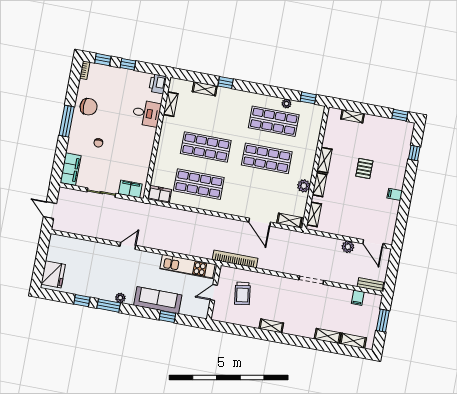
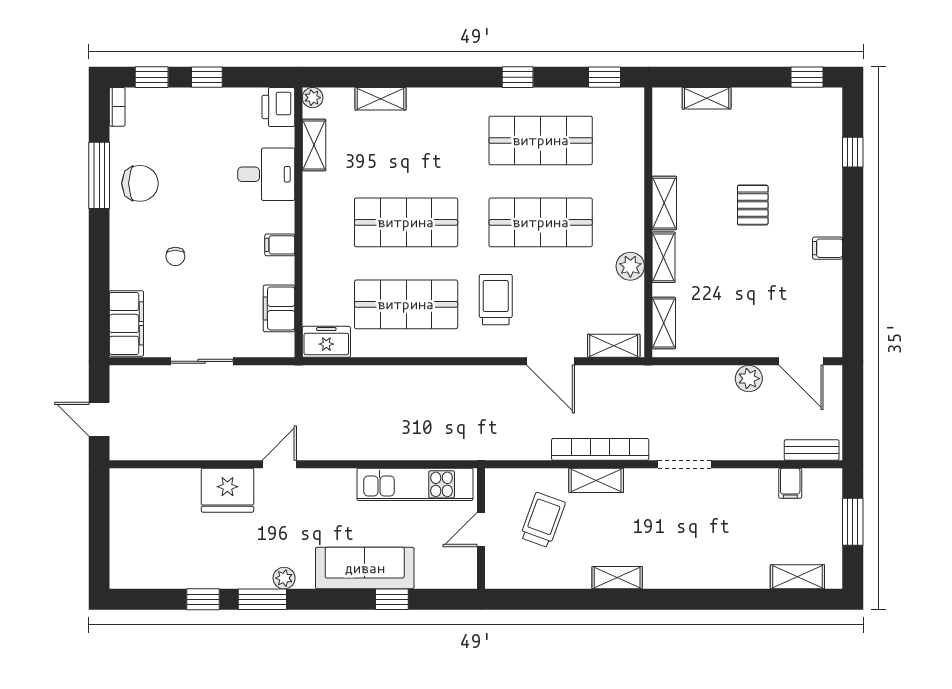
window: (226, 83) -> (518, 77), moved
plant: (287, 104) -> (313, 98), moved
window: (67, 121) -> (99, 175), moved
filing cabinet: (147, 146) -> (280, 245), added
filing cabinet: (130, 189) -> (279, 308), moved, turned -90
trolley: (240, 190) -> (496, 300), added
bookcase: (235, 259) -> (600, 449), moved
fridge: (53, 274) -> (227, 490), moved, turned 90
trolley: (242, 293) -> (543, 520), turned -152
shelving: (328, 336) -> (596, 480), moved

